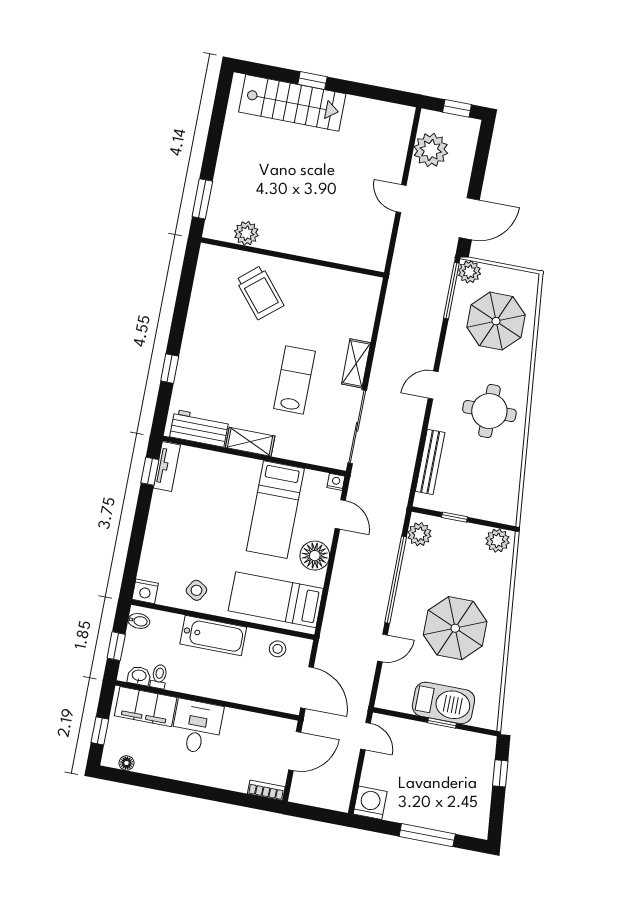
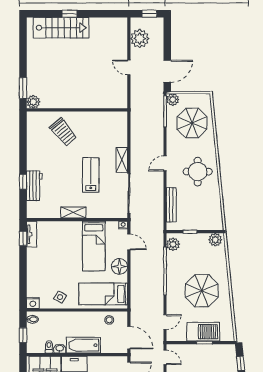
plant: (246, 233) -> (33, 102), moved
workbench: (199, 428) -> (34, 186), moved, turned 90
bathtub: (213, 636) -> (83, 345), moved, turned 180
door: (383, 648) -> (165, 322), moved
washbasin: (139, 676) -> (60, 348), moved

